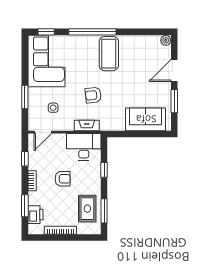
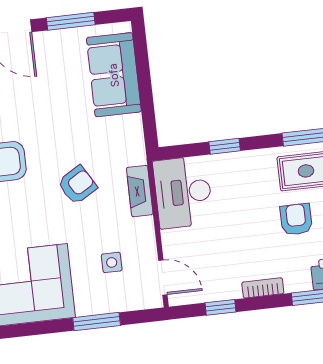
armchair: (93, 95) -> (77, 185), turned -114
armchair: (63, 179) -> (296, 219), moved

